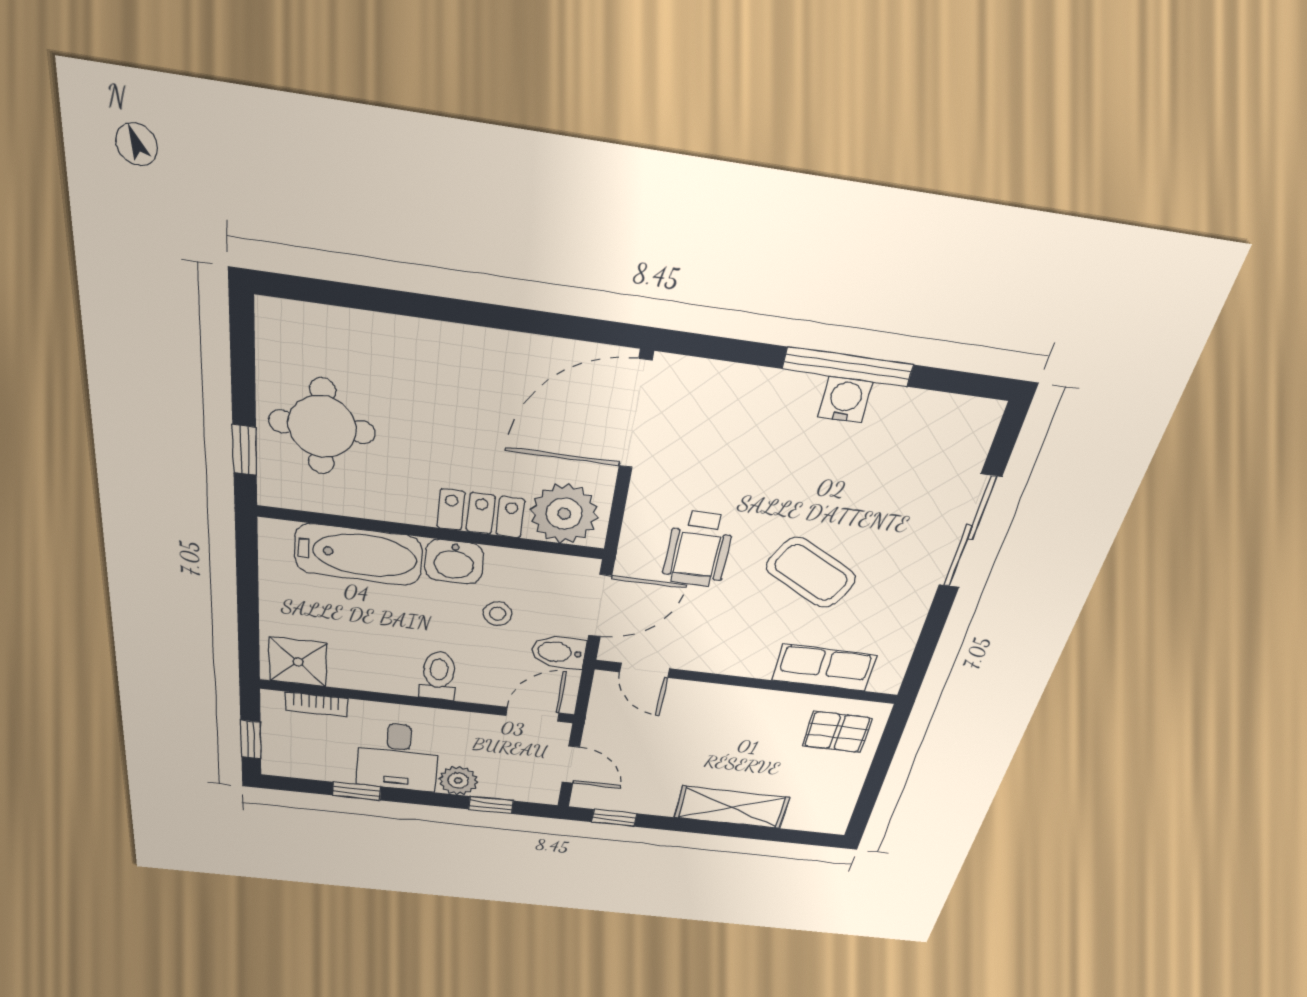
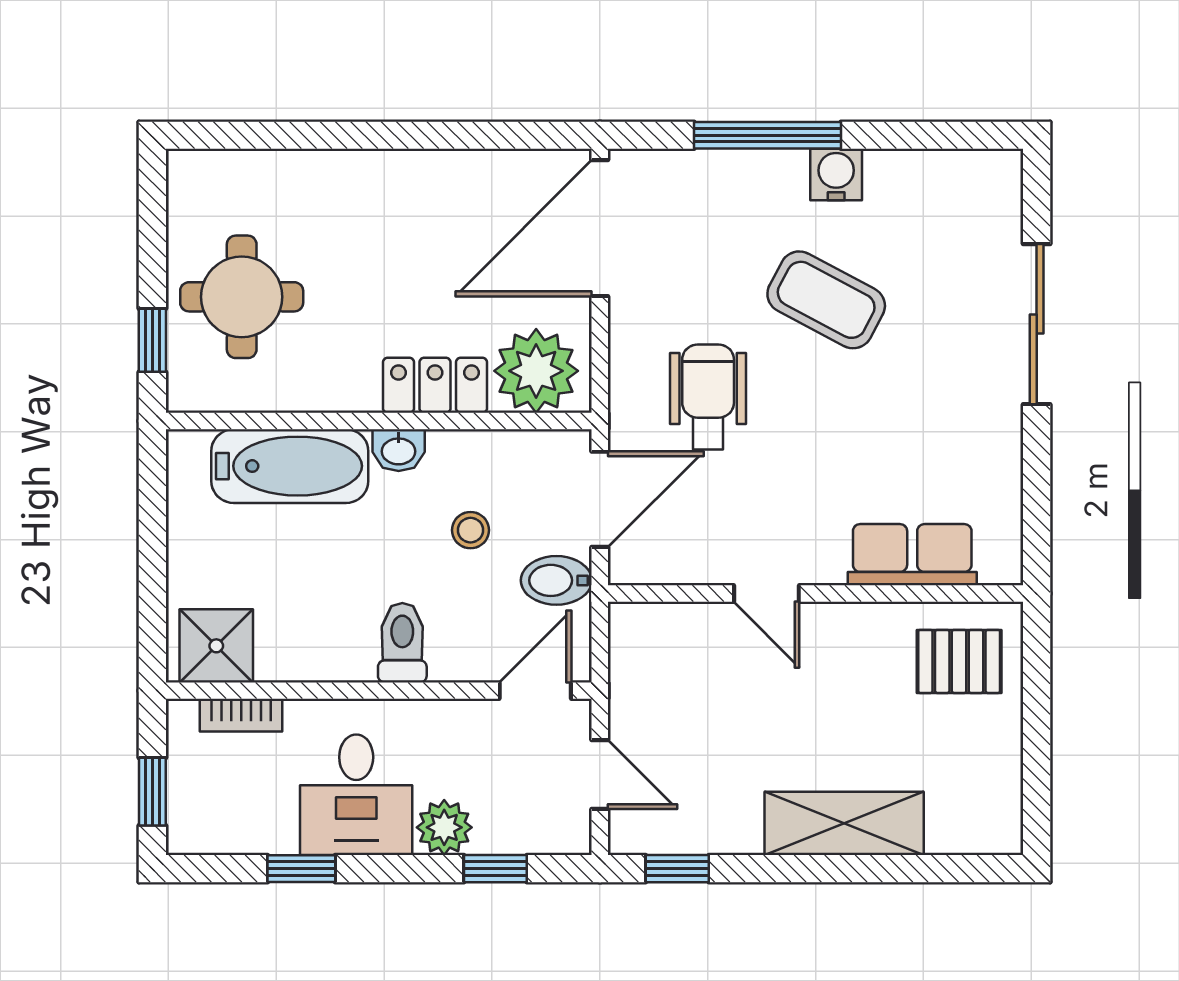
window: (848, 367) -> (767, 135), moved
wheelchair: (698, 549) -> (708, 397), turned 180
washbasin: (454, 562) -> (399, 450), width x0.72, depth x0.69
coffee table: (811, 573) -> (826, 300), moved
door: (645, 670) -> (767, 594), moved

